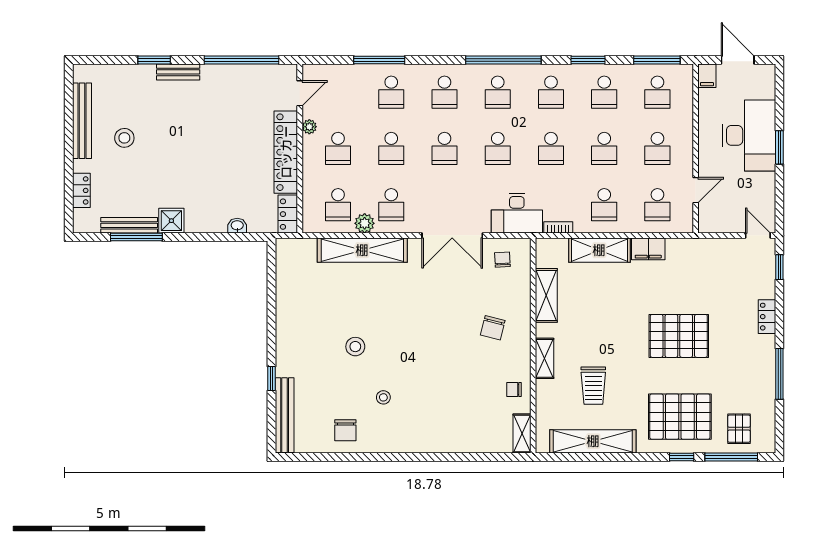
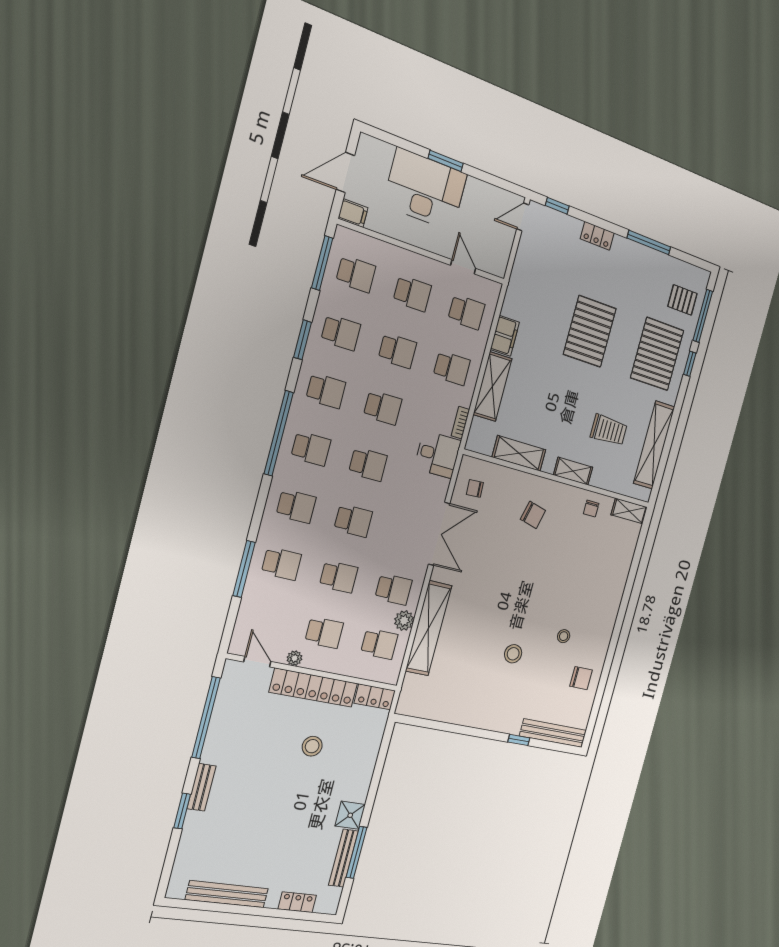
stool: (124, 138) -> (312, 746), moved
desk: (517, 213) -> (438, 454), width x0.73
washbasin: (237, 226) -> (372, 750), removed

